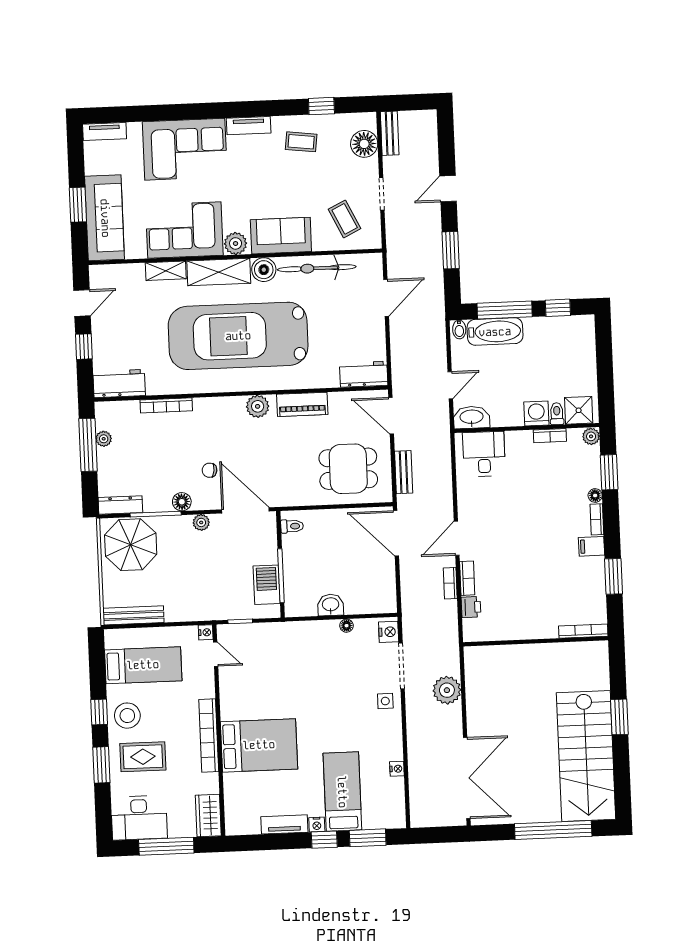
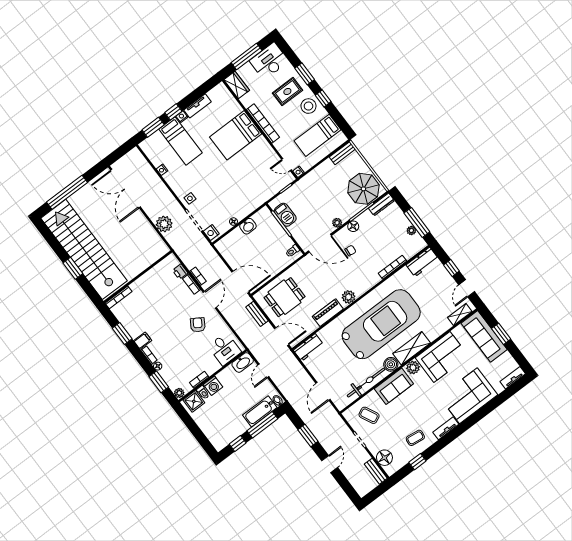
shelving: (166, 271) -> (460, 314), moved
armchair: (498, 515) -> (198, 325), added
bench: (133, 615) -> (342, 153), width x0.73
stairs: (586, 756) -> (84, 249), width x1.36

